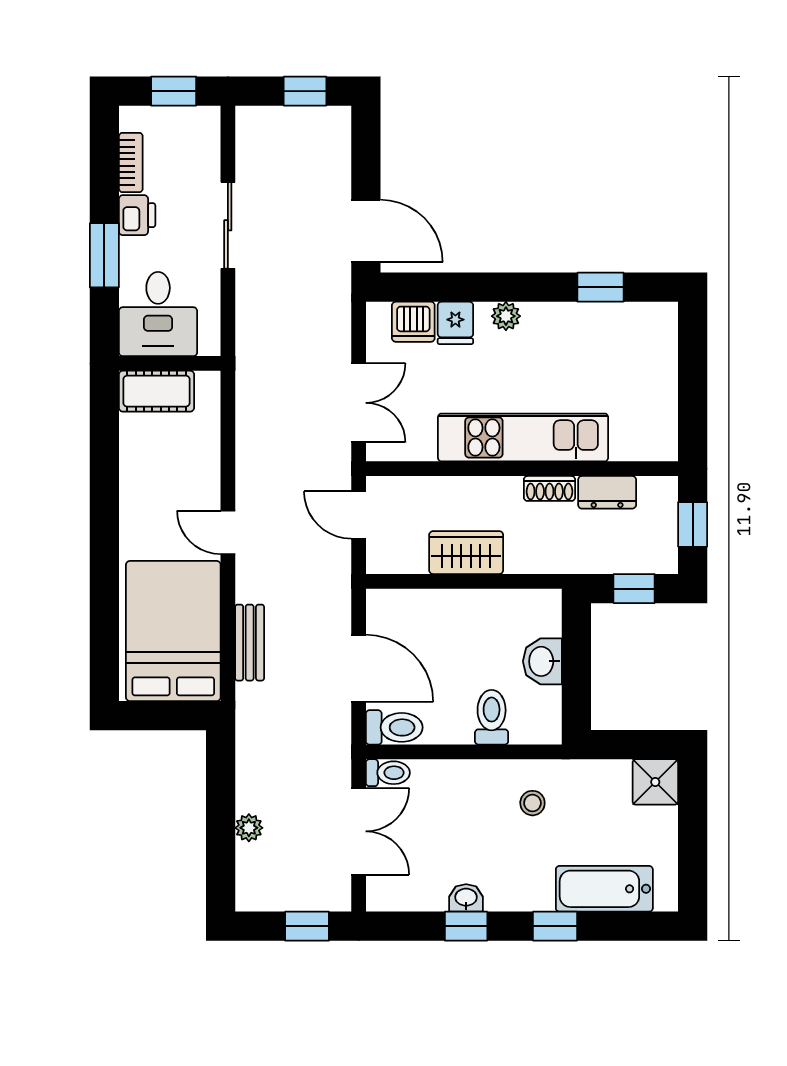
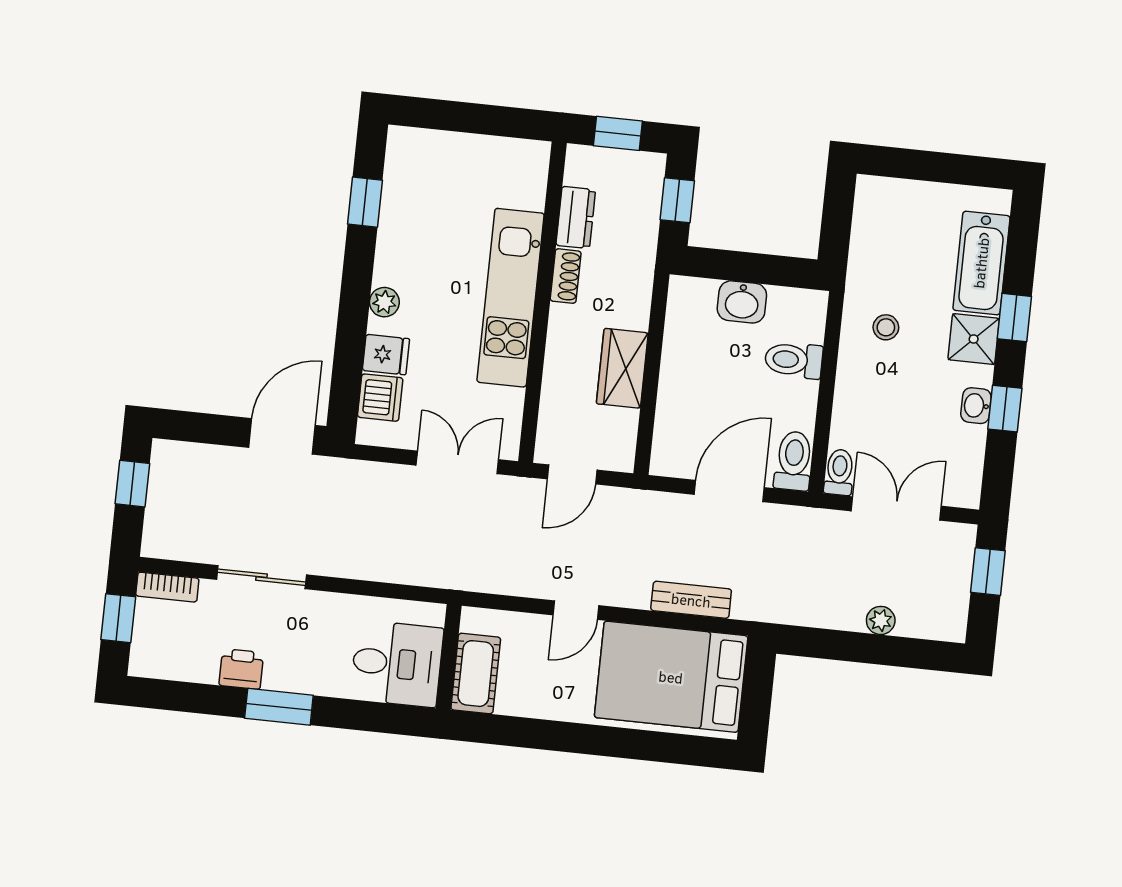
bookcase: (131, 163) -> (167, 587), moved, turned 180
desk: (158, 314) -> (397, 664), moved
wall: (170, 363) -> (449, 657), moved
cot: (156, 391) -> (476, 674), moved
shower: (655, 782) -> (974, 339), moved

